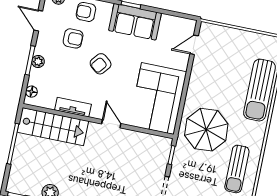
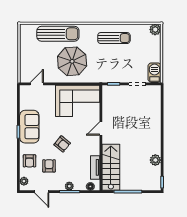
door: (38, 21) -> (42, 192), hinge flipped
door: (194, 45) -> (37, 84), swing flipped
tv unit: (73, 107) -> (95, 167), moved
parasol: (206, 130) -> (72, 61), moved

